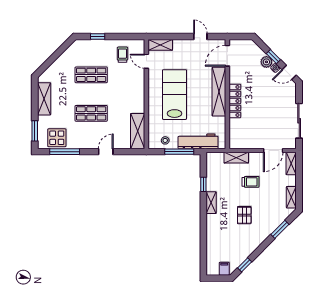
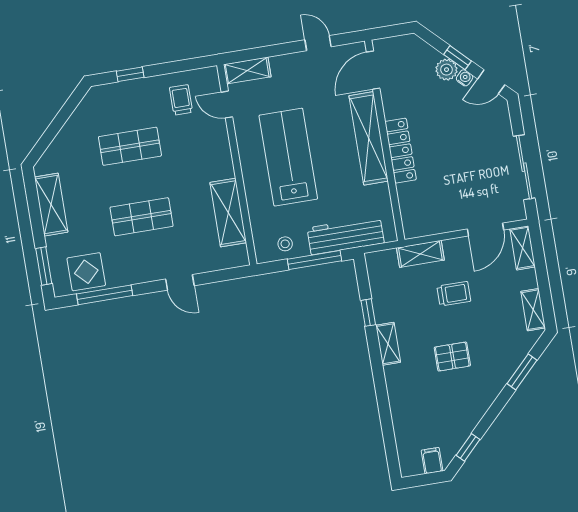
shelving: (138, 131) -> (228, 213), moved
door: (106, 152) -> (180, 282), swing flipped
pallet: (244, 215) -> (452, 357), turned 90

